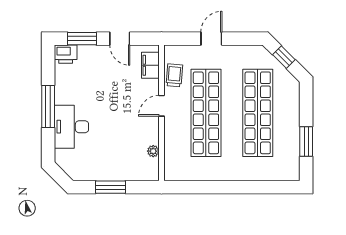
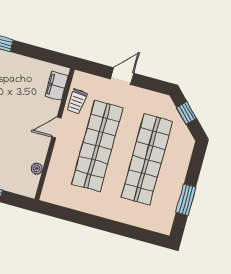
door: (120, 39) -> (34, 52), removed
trolley: (174, 75) -> (77, 102), turned 180

